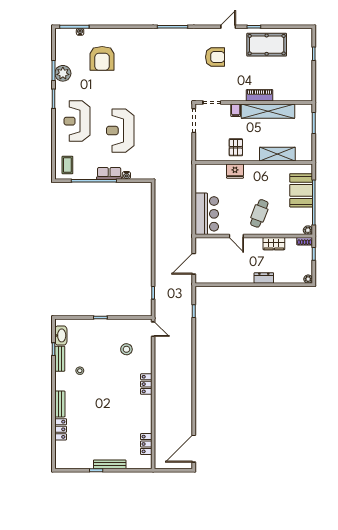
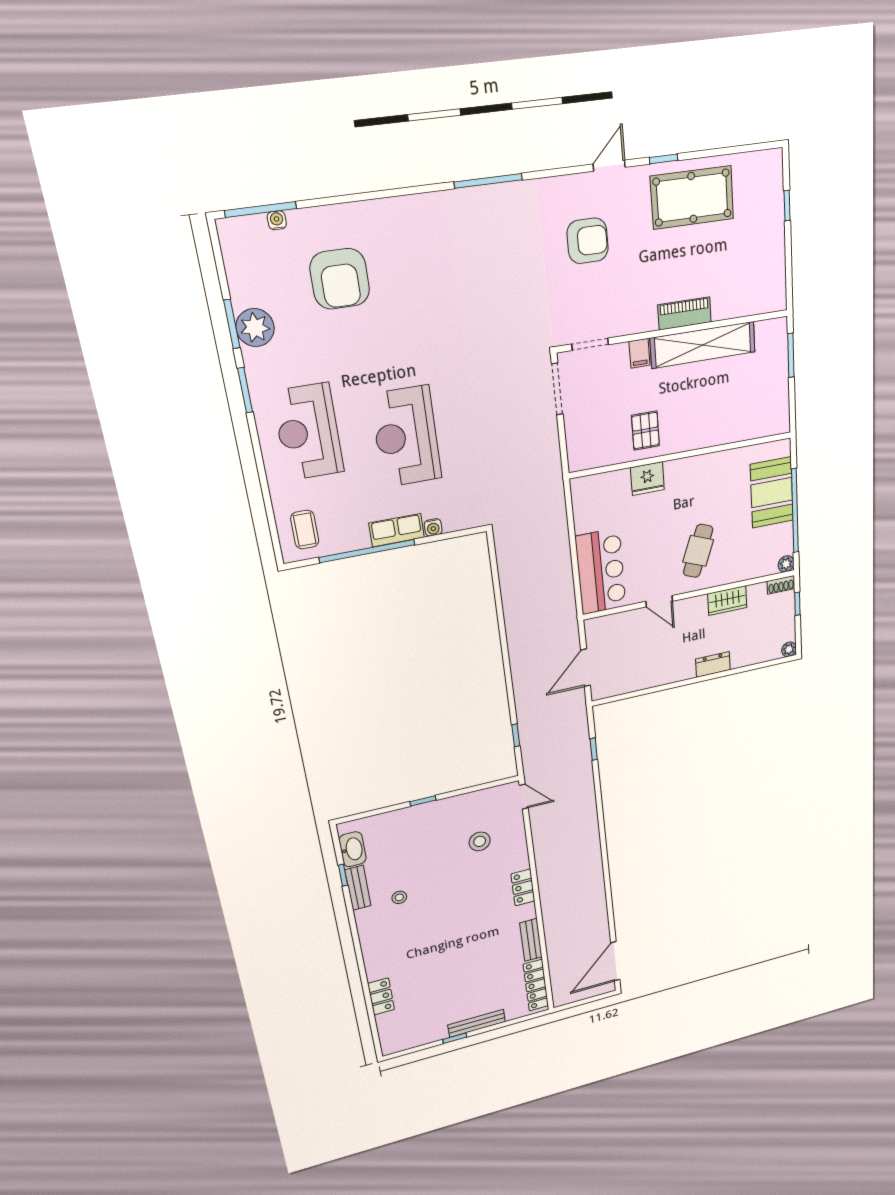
shelving: (277, 154) -> (725, 430), removed
bench: (60, 404) -> (531, 940), moved
locker: (146, 444) -> (536, 985), width x1.53

